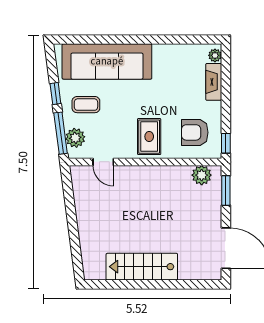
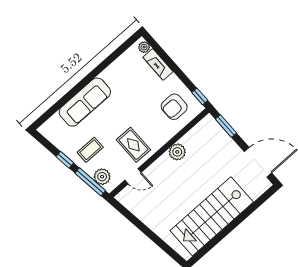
sofa: (107, 61) -> (85, 102), width x0.74, depth x0.79
rug: (149, 137) -> (133, 145), moved
plant: (202, 175) -> (177, 152), moved
stairs: (142, 267) -> (212, 216), width x1.36, depth x1.51

